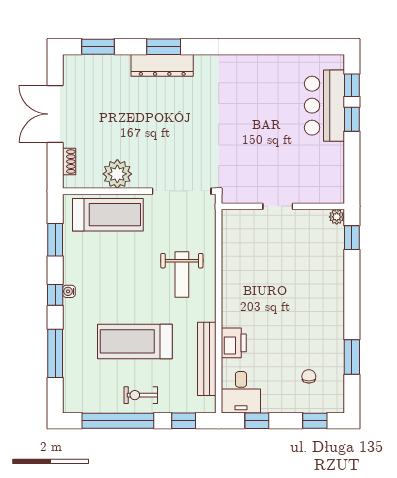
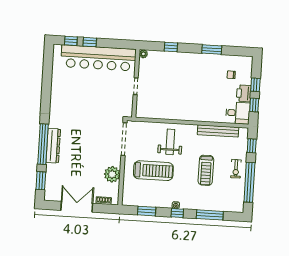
window: (164, 47) -> (43, 144), width x2.11
bar counter: (324, 106) -> (98, 58), width x1.86
double door: (55, 114) -> (77, 207), swing flipped
treadmill: (108, 215) -> (153, 171), moved, turned 90
window: (352, 238) -> (171, 47), moved
weight bench: (182, 274) -> (170, 142), turned -90
treadmill: (135, 341) -> (206, 170), width x0.73, depth x0.73
printer: (234, 343) -> (244, 93), moved, turned -90
window: (352, 357) -> (212, 50), moved
window: (315, 421) -> (255, 85), moved

